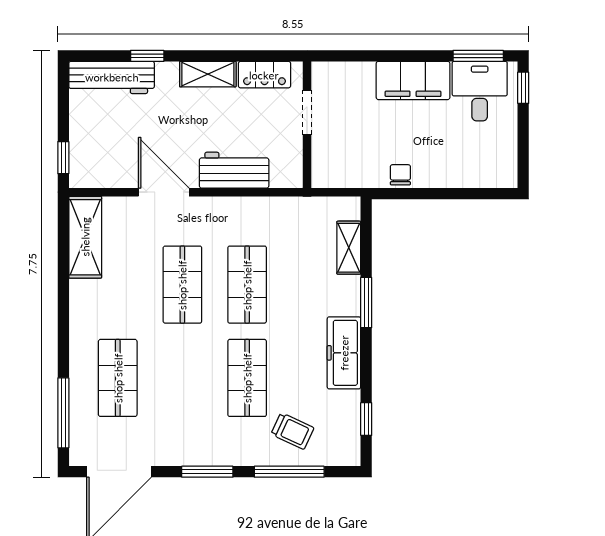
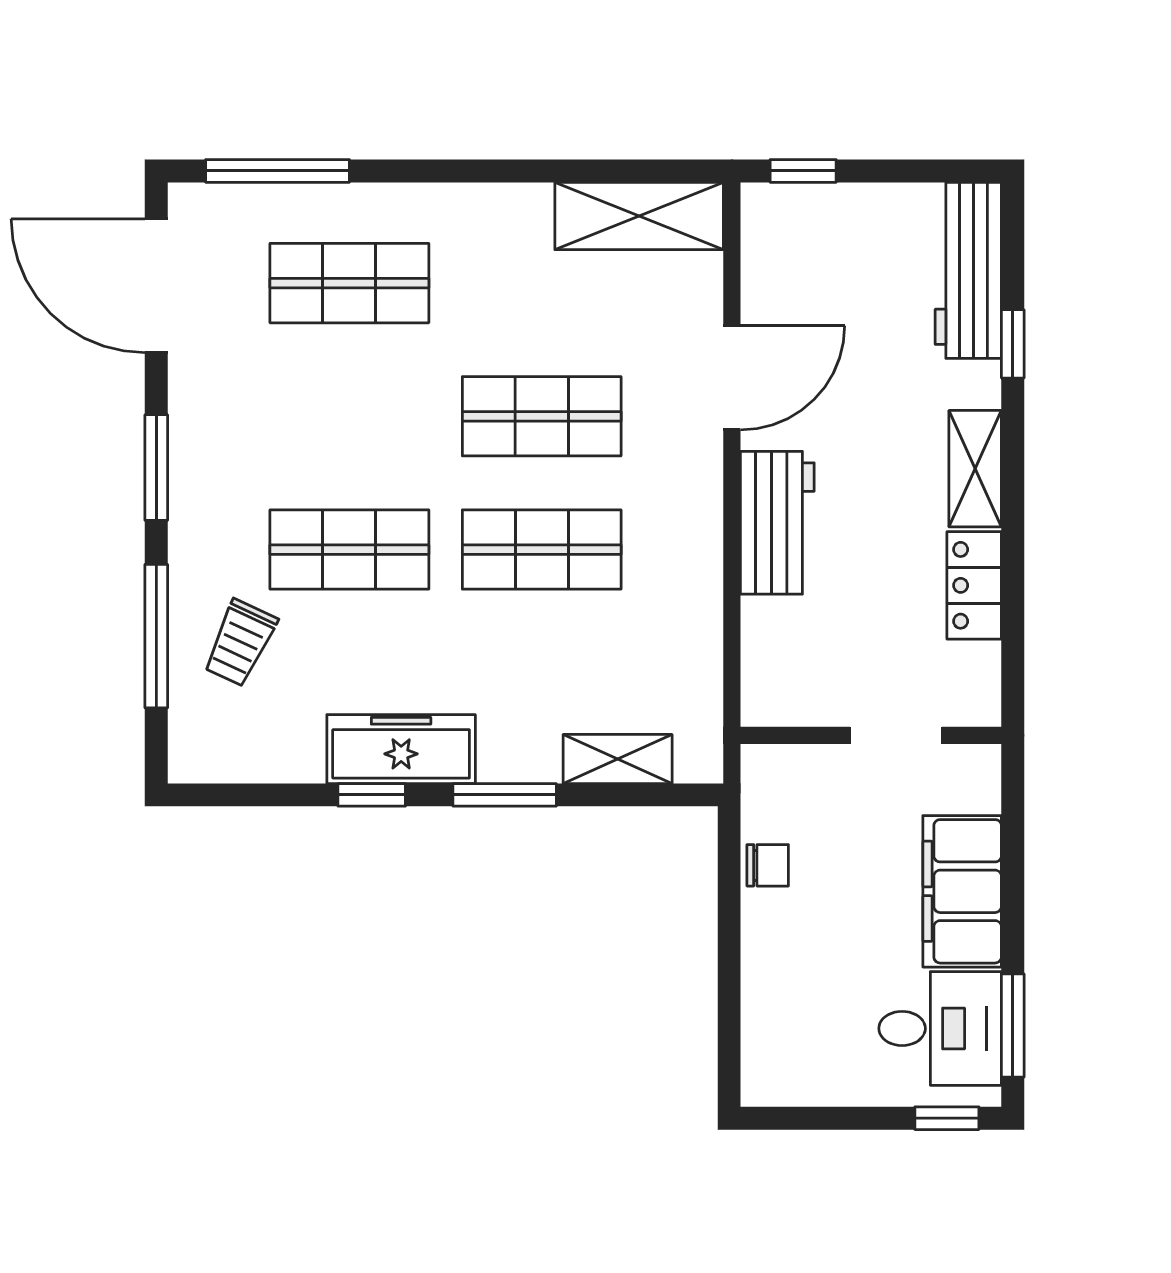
doorway: (307, 113) -> (896, 735), moved
wall: (307, 125) -> (871, 735), moved
window: (366, 419) -> (372, 795), moved

